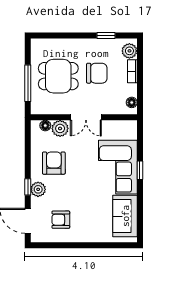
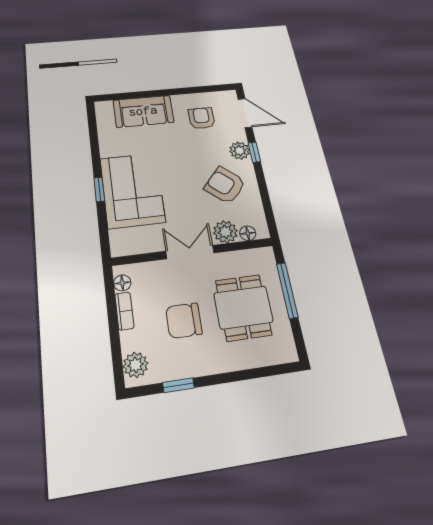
bookcase: (132, 71) -> (124, 311), moved
dining table: (58, 76) -> (243, 307), turned 90
armchair: (54, 163) -> (225, 185), turned 131
sofa: (125, 216) -> (143, 111), moved, turned 90
armchair: (61, 220) -> (202, 118), turned -90

